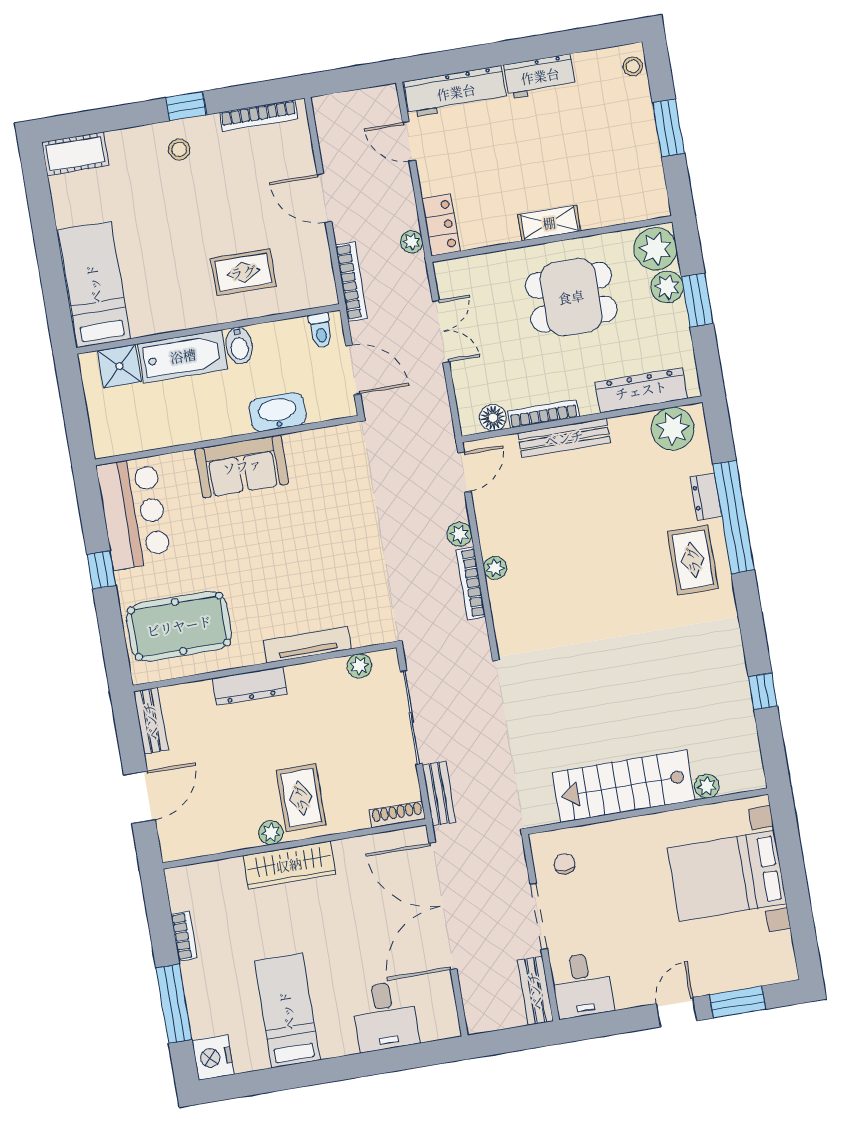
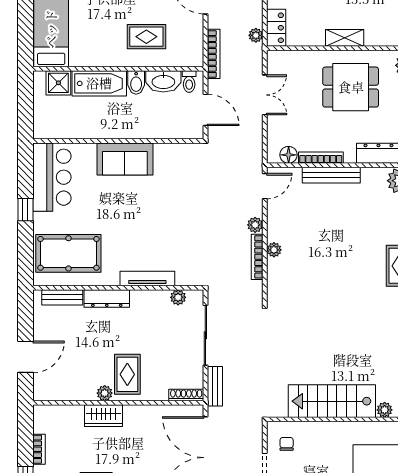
washbasin: (277, 412) -> (163, 81), moved, turned 180
bench: (151, 721) -> (62, 297), moved, turned 90
wardrobe: (289, 865) -> (103, 416), width x0.67

